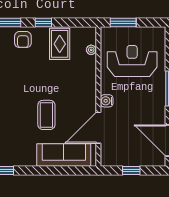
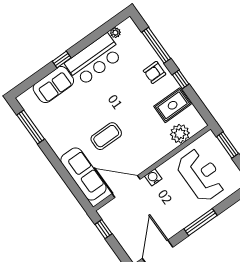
plant: (91, 50) -> (180, 134), width x1.87, depth x1.87
window: (131, 171) -> (103, 229), moved

